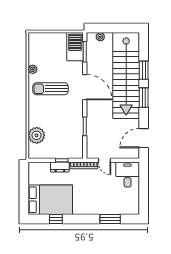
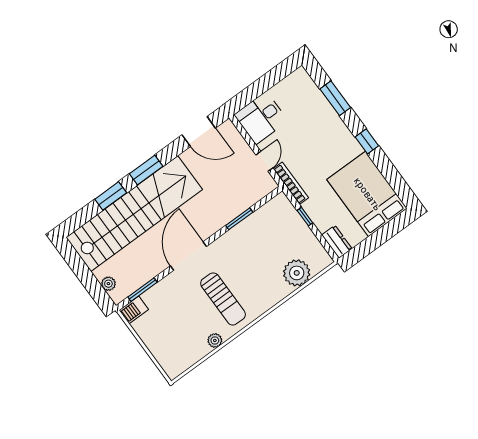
barbecue: (75, 47) -> (134, 310), width x0.53, depth x0.65
dresser: (60, 167) -> (337, 242), moved
window: (56, 219) -> (367, 141), moved

